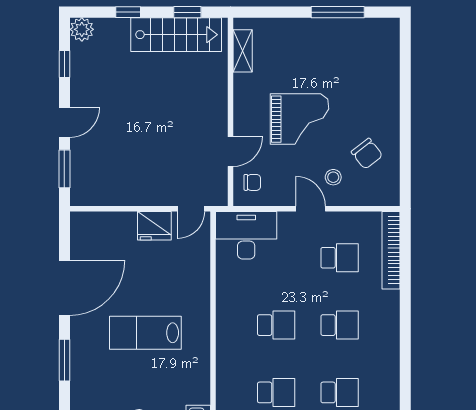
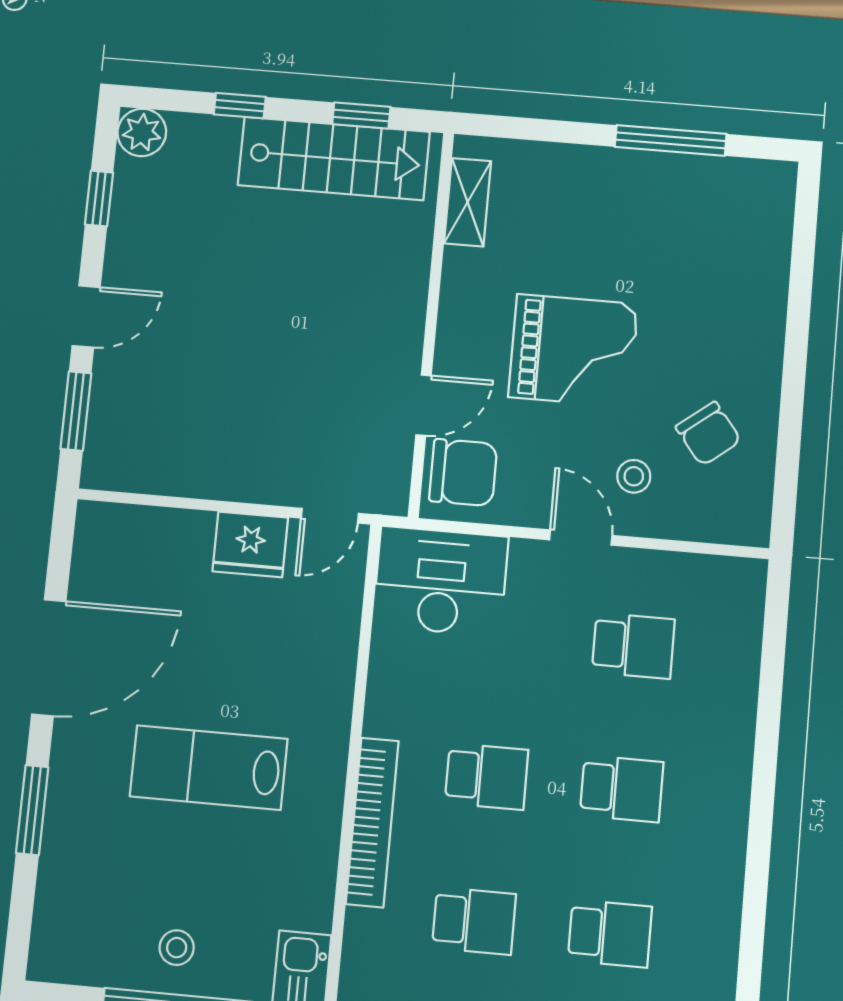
chair: (252, 182) -> (463, 472), width x1.87, depth x1.87
bookcase: (391, 250) -> (372, 822), moved, turned 180

